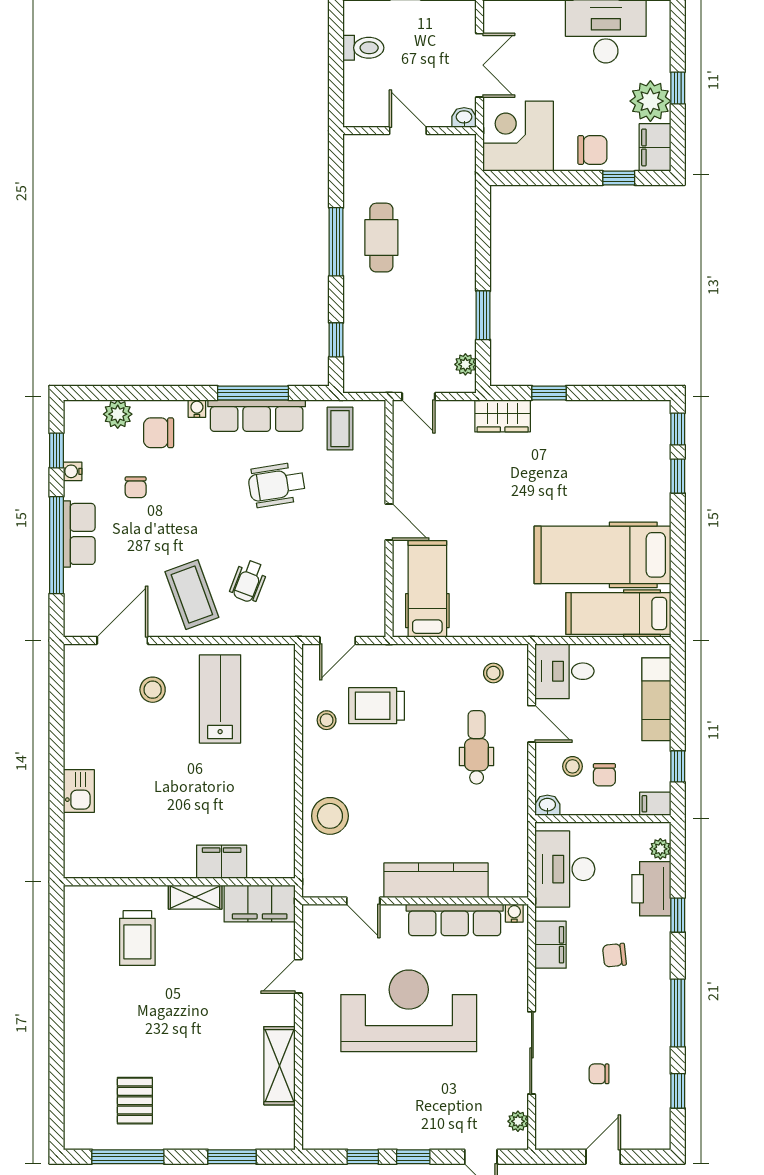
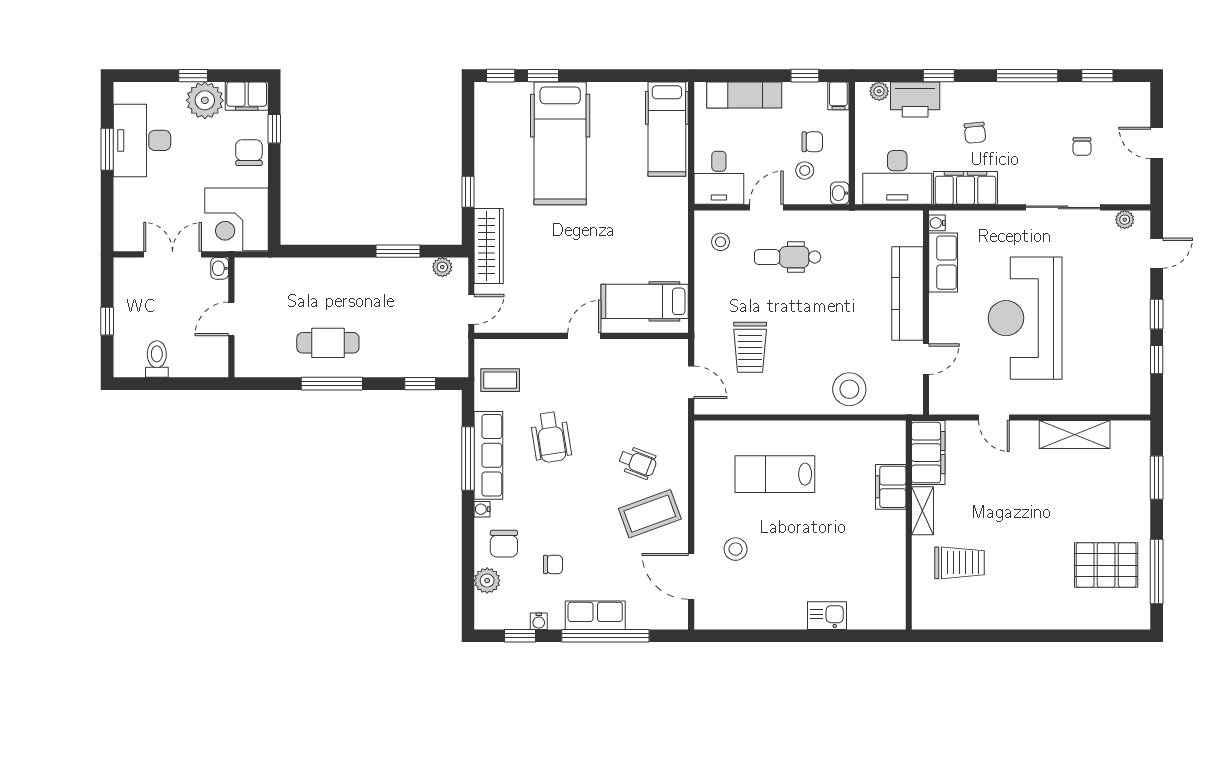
wardrobe: (503, 416) -> (489, 246), width x1.50
hospital bed: (603, 555) -> (560, 143), moved
lab bench: (220, 699) -> (775, 474), moved
stool: (327, 720) -> (763, 392), removed
row of seats: (455, 920) -> (943, 263), width x0.68
filing cabinet: (551, 945) -> (966, 188), width x1.50, depth x1.17
pallet: (135, 1101) -> (1106, 565), width x1.50, depth x1.42

